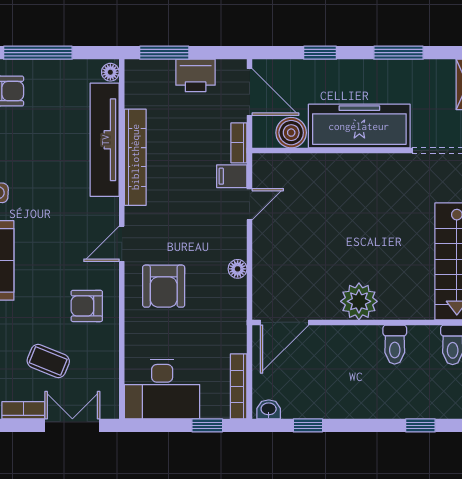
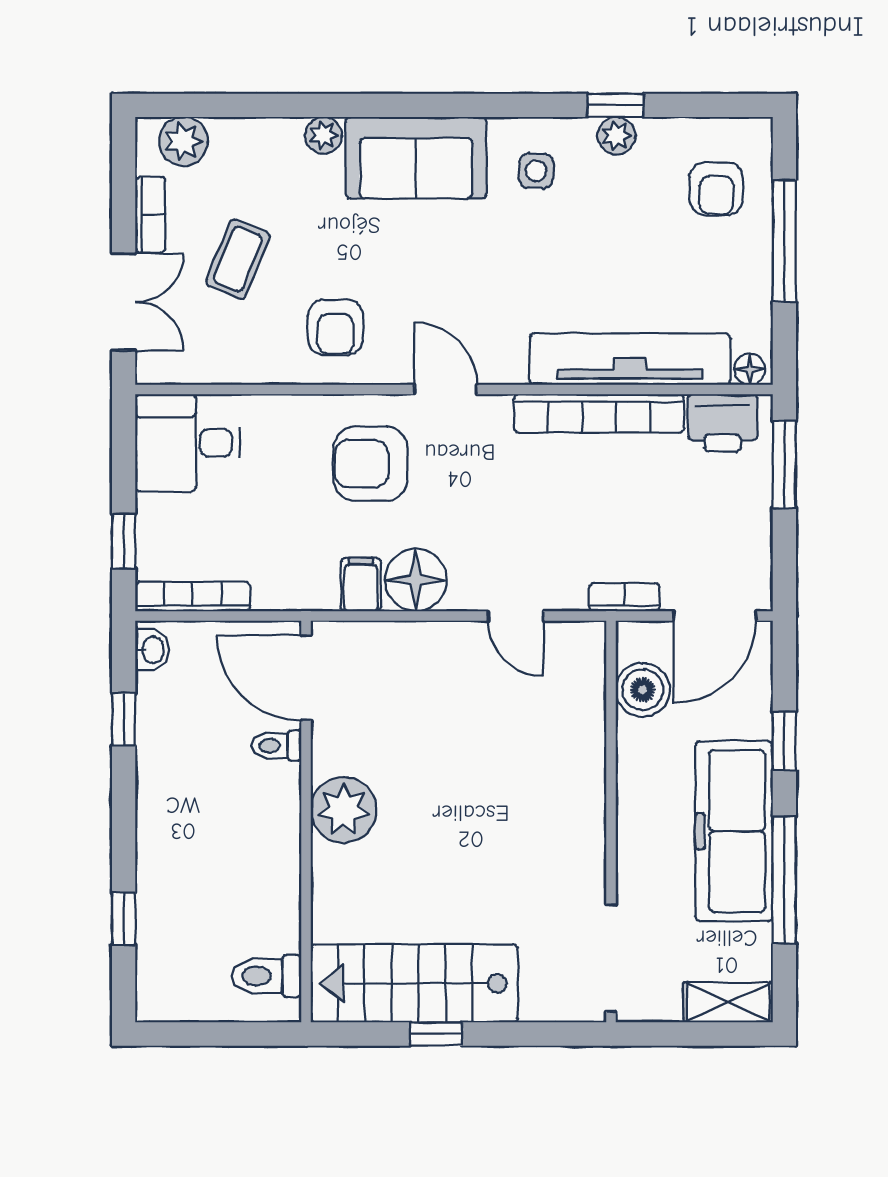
window: (399, 53) -> (784, 880), width x1.44
printer: (196, 75) -> (723, 423), moved, turned -90
freezer: (359, 126) -> (734, 831), moved, turned 180
filing cabinet: (232, 176) -> (361, 584), moved
floor lamp: (238, 269) -> (416, 580), width x1.89, depth x1.89
armchair: (87, 306) -> (335, 327), turned 180
toilet: (395, 345) -> (277, 746), moved, width x0.73, depth x0.72
desk: (162, 389) -> (188, 443), width x0.73

